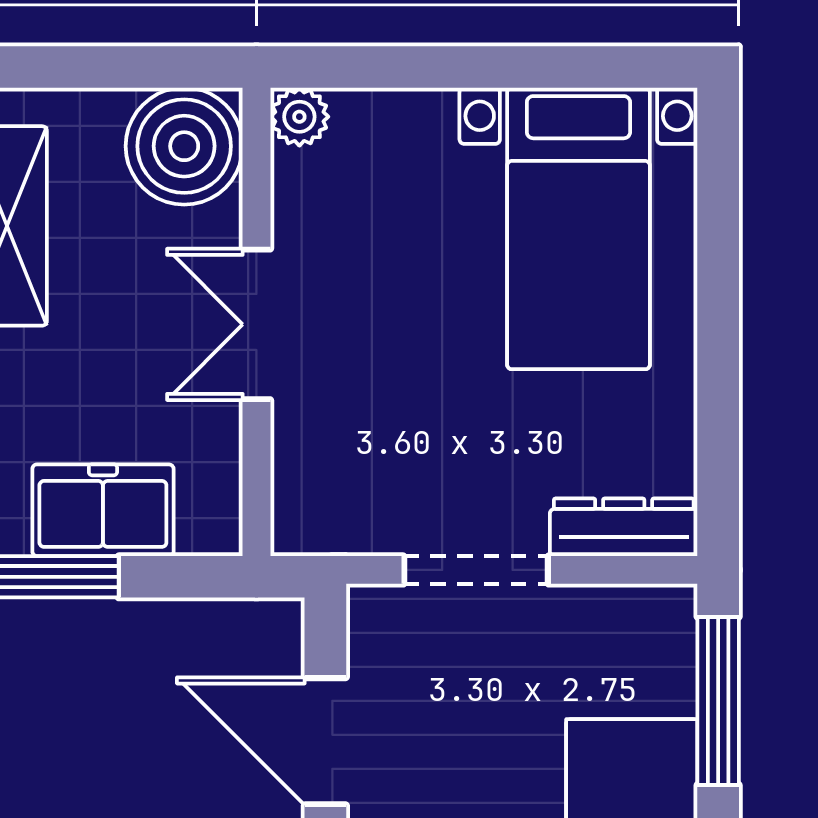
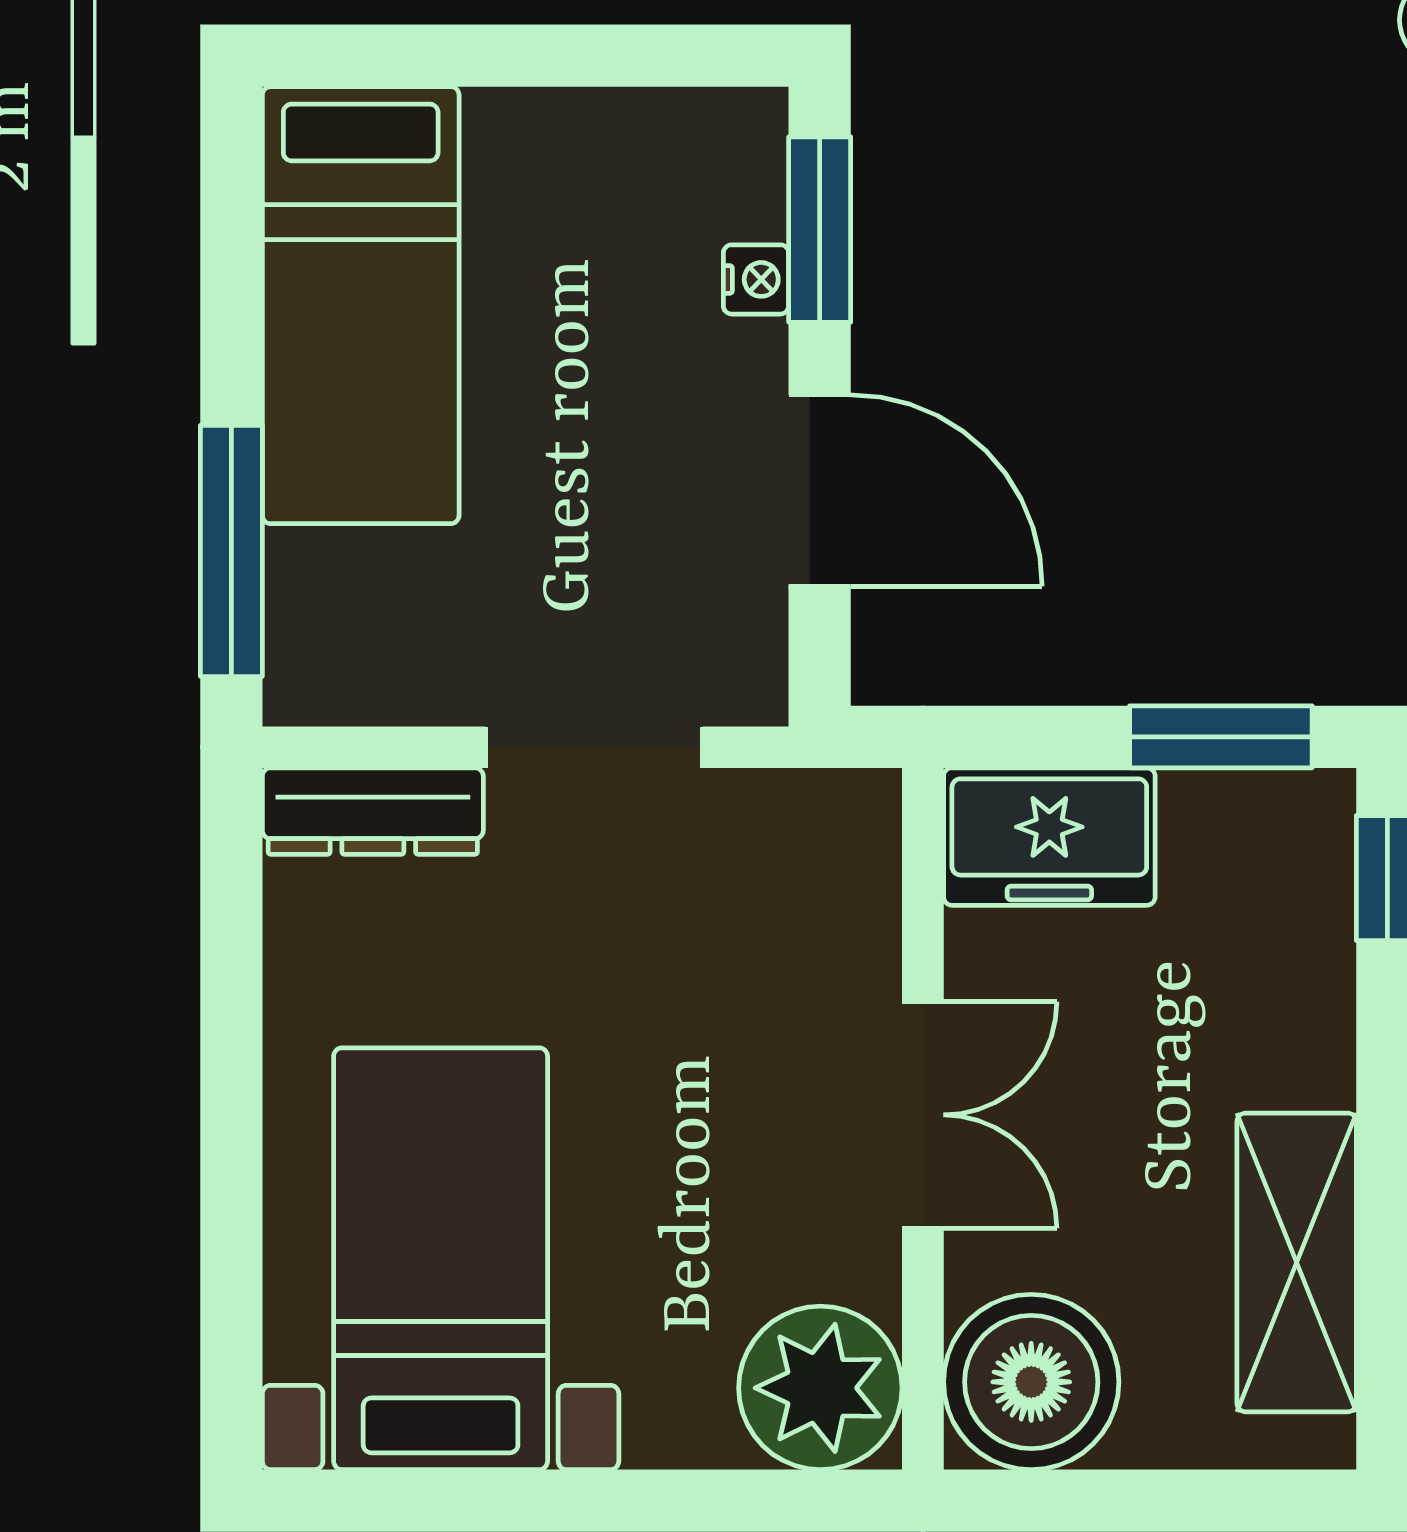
plant: (299, 117) -> (820, 1388), width x1.88, depth x1.88
freezer: (103, 510) -> (1049, 837), moved

